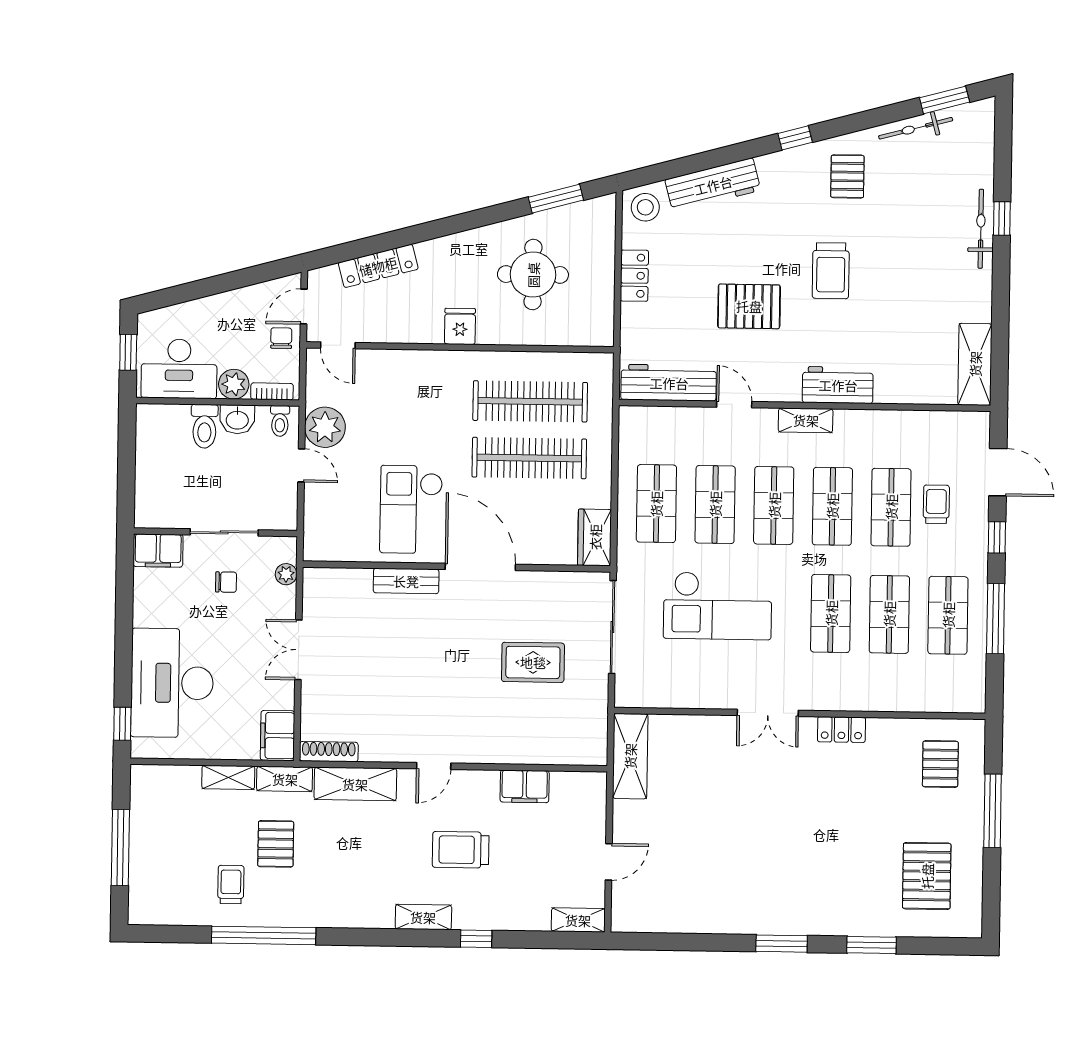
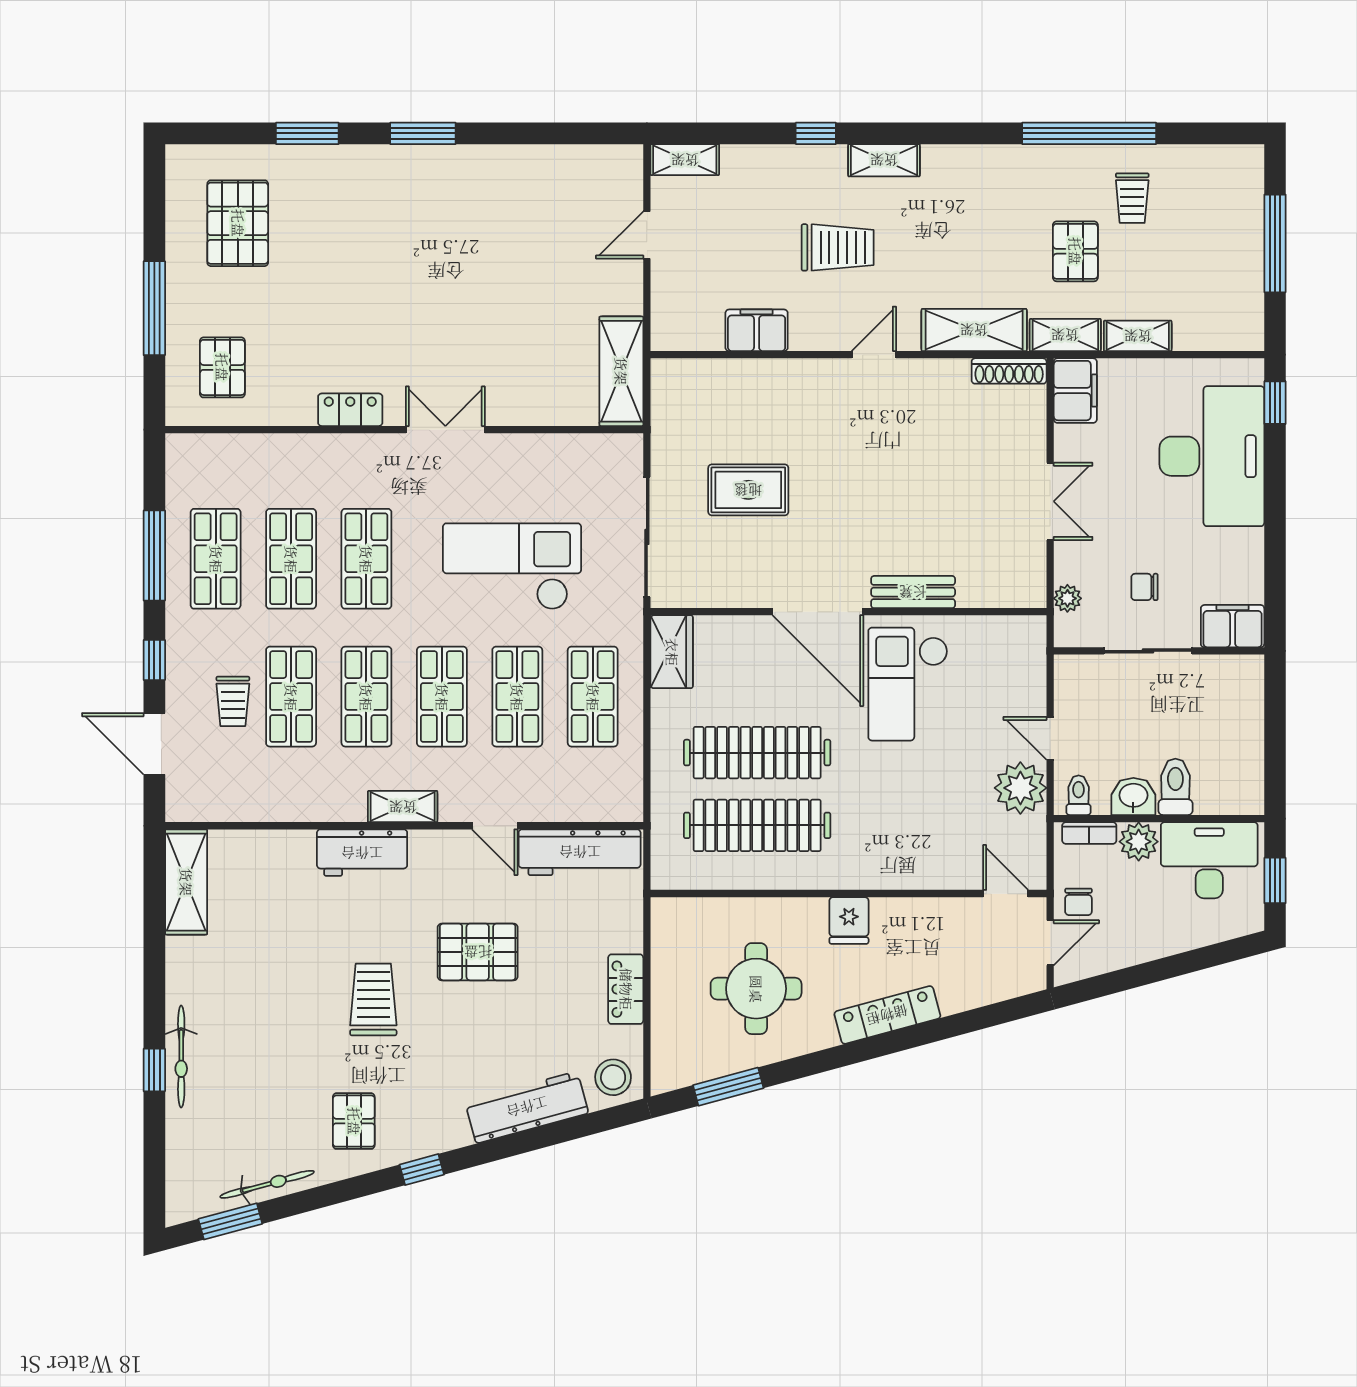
locker: (378, 266) -> (887, 1015), moved
checkout: (411, 509) -> (908, 684), turned 180

